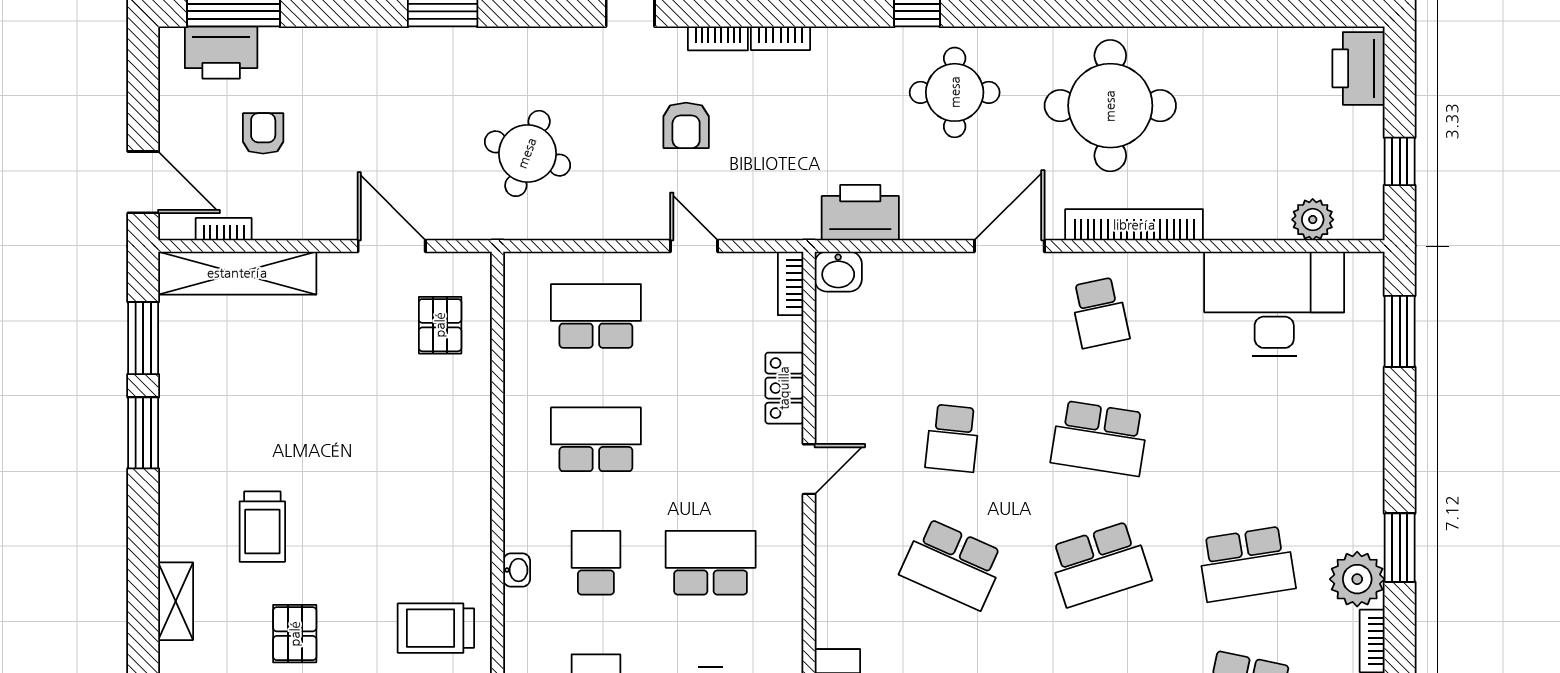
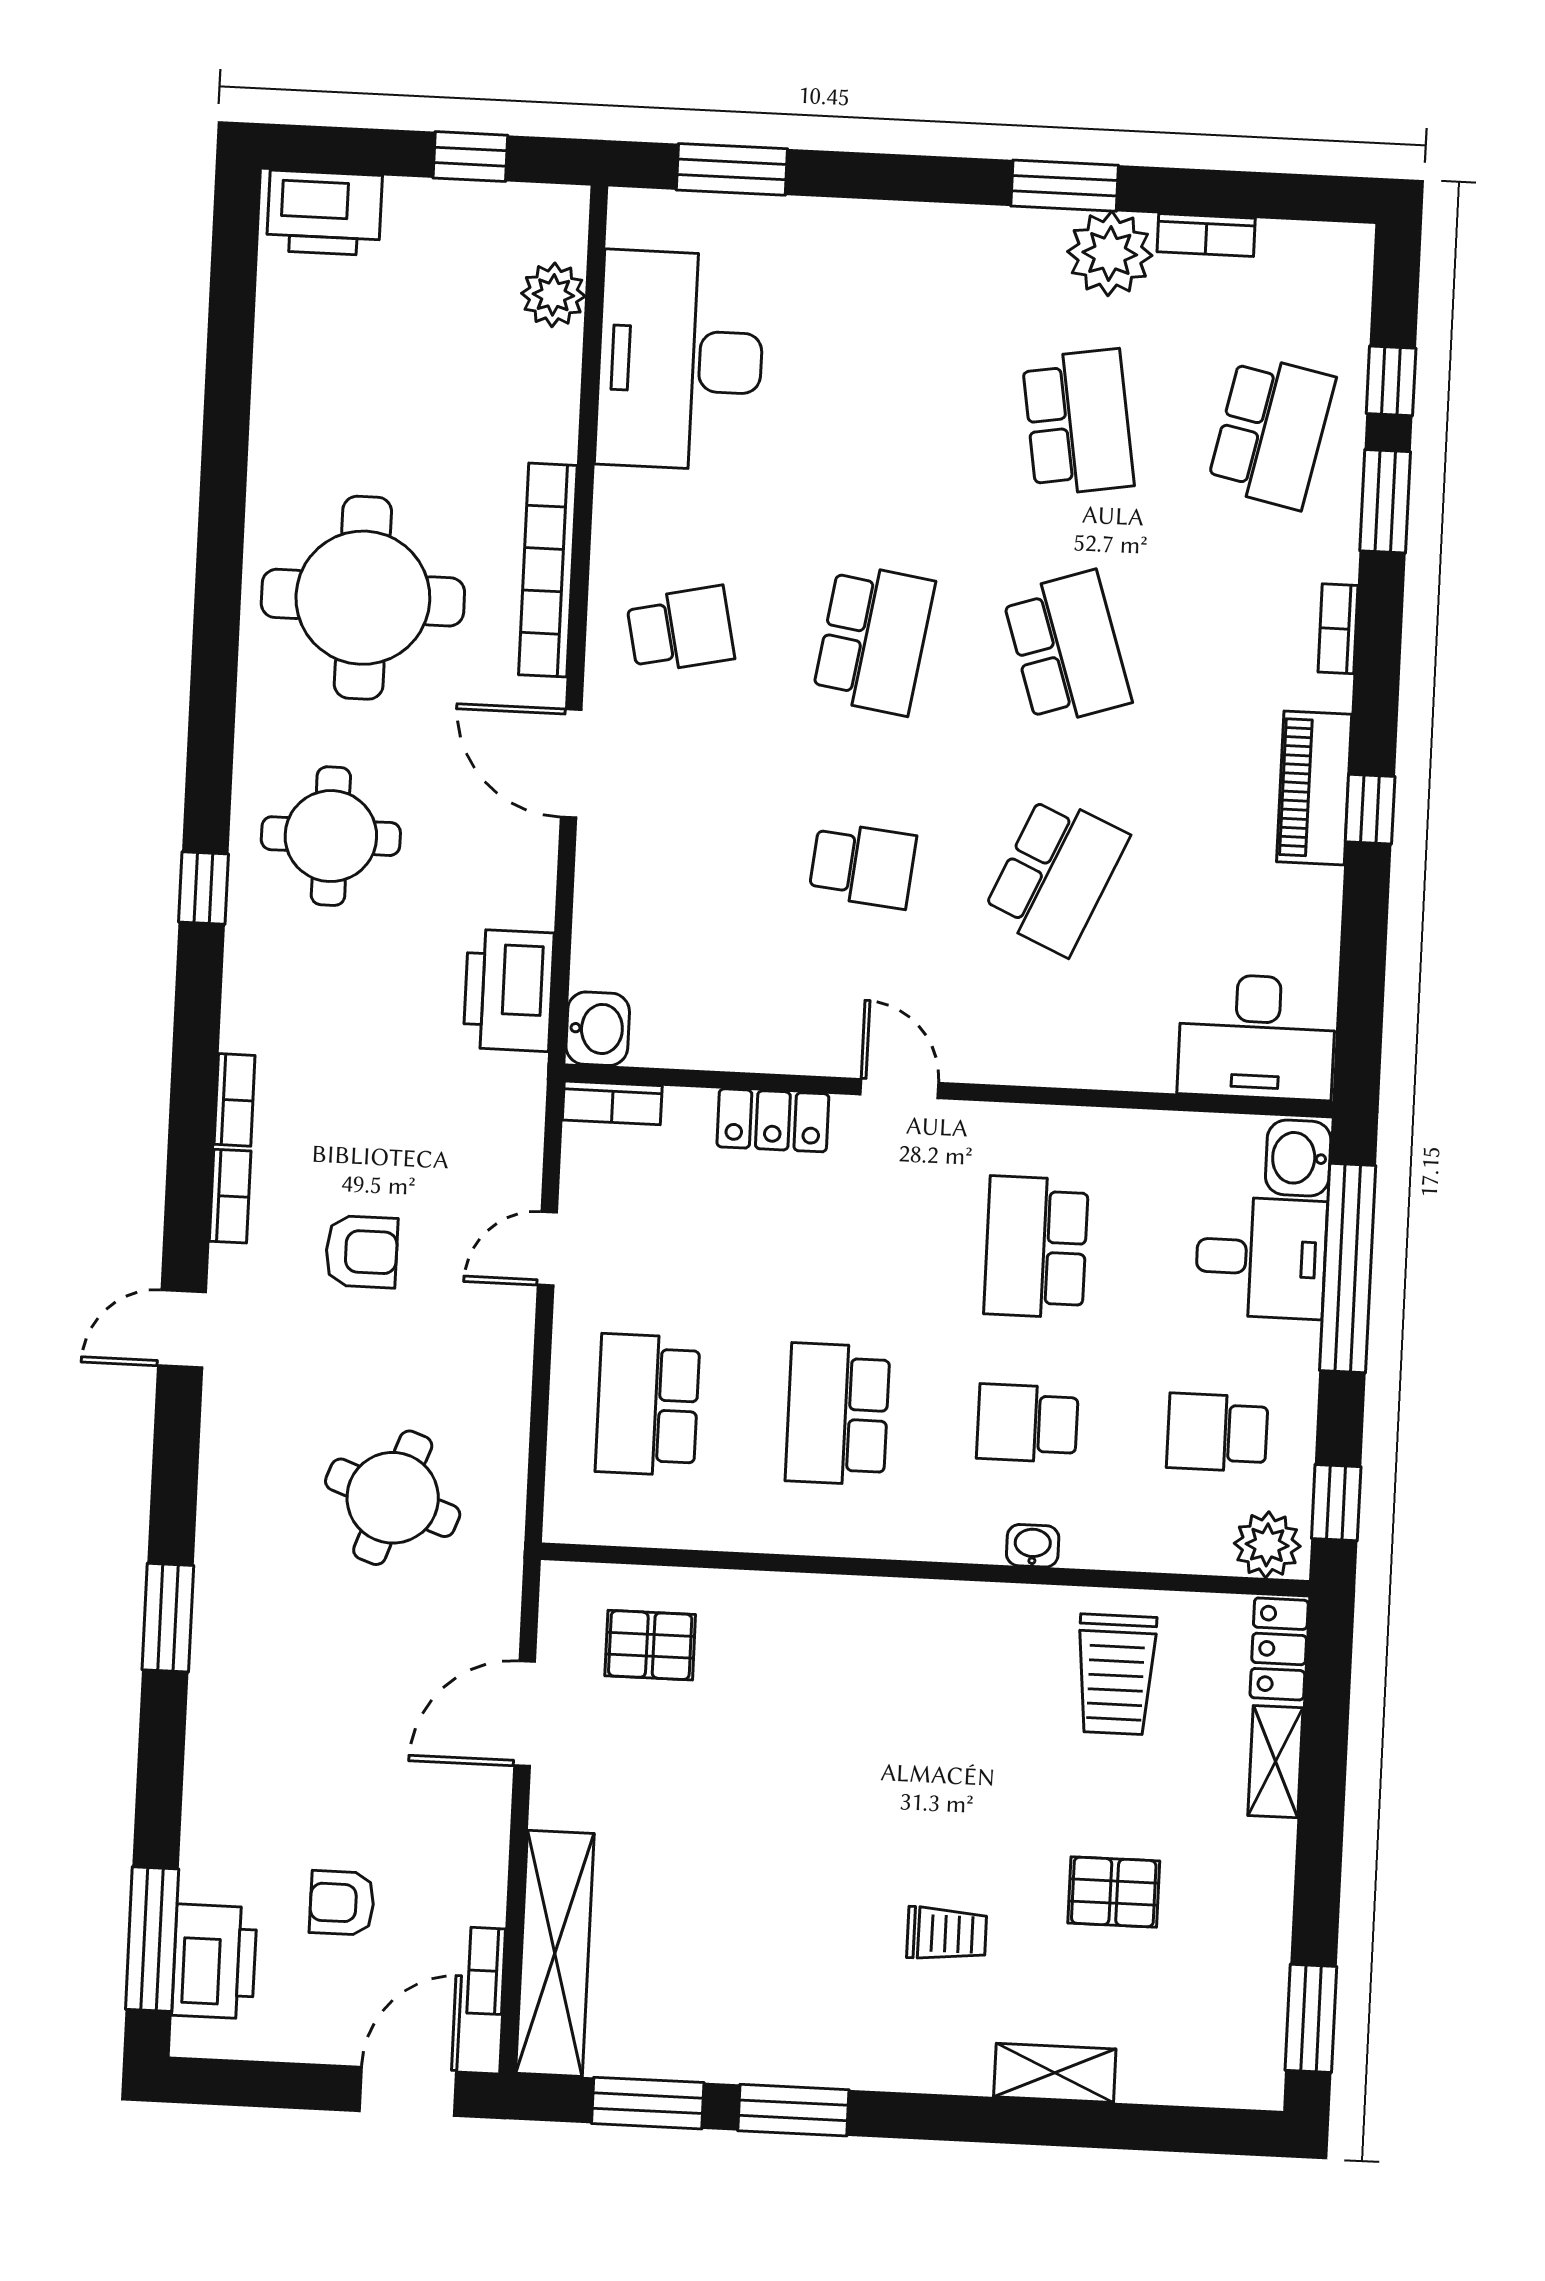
trolley: (262, 527) -> (947, 1934), width x0.73, depth x0.72

